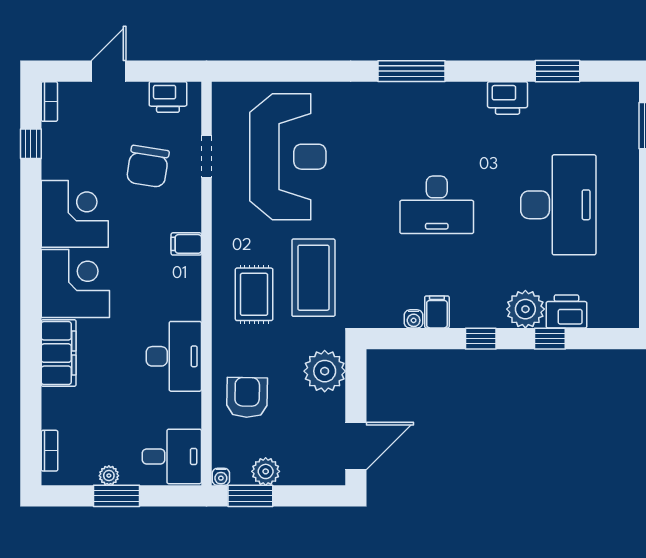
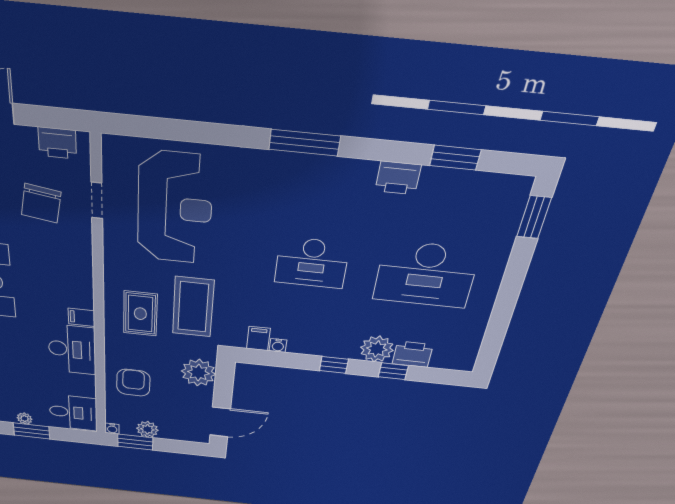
desk: (558, 205) -> (426, 274), turned 90
filing cabinet: (186, 244) -> (81, 317), moved
filing cabinet: (437, 312) -> (258, 339), moved

